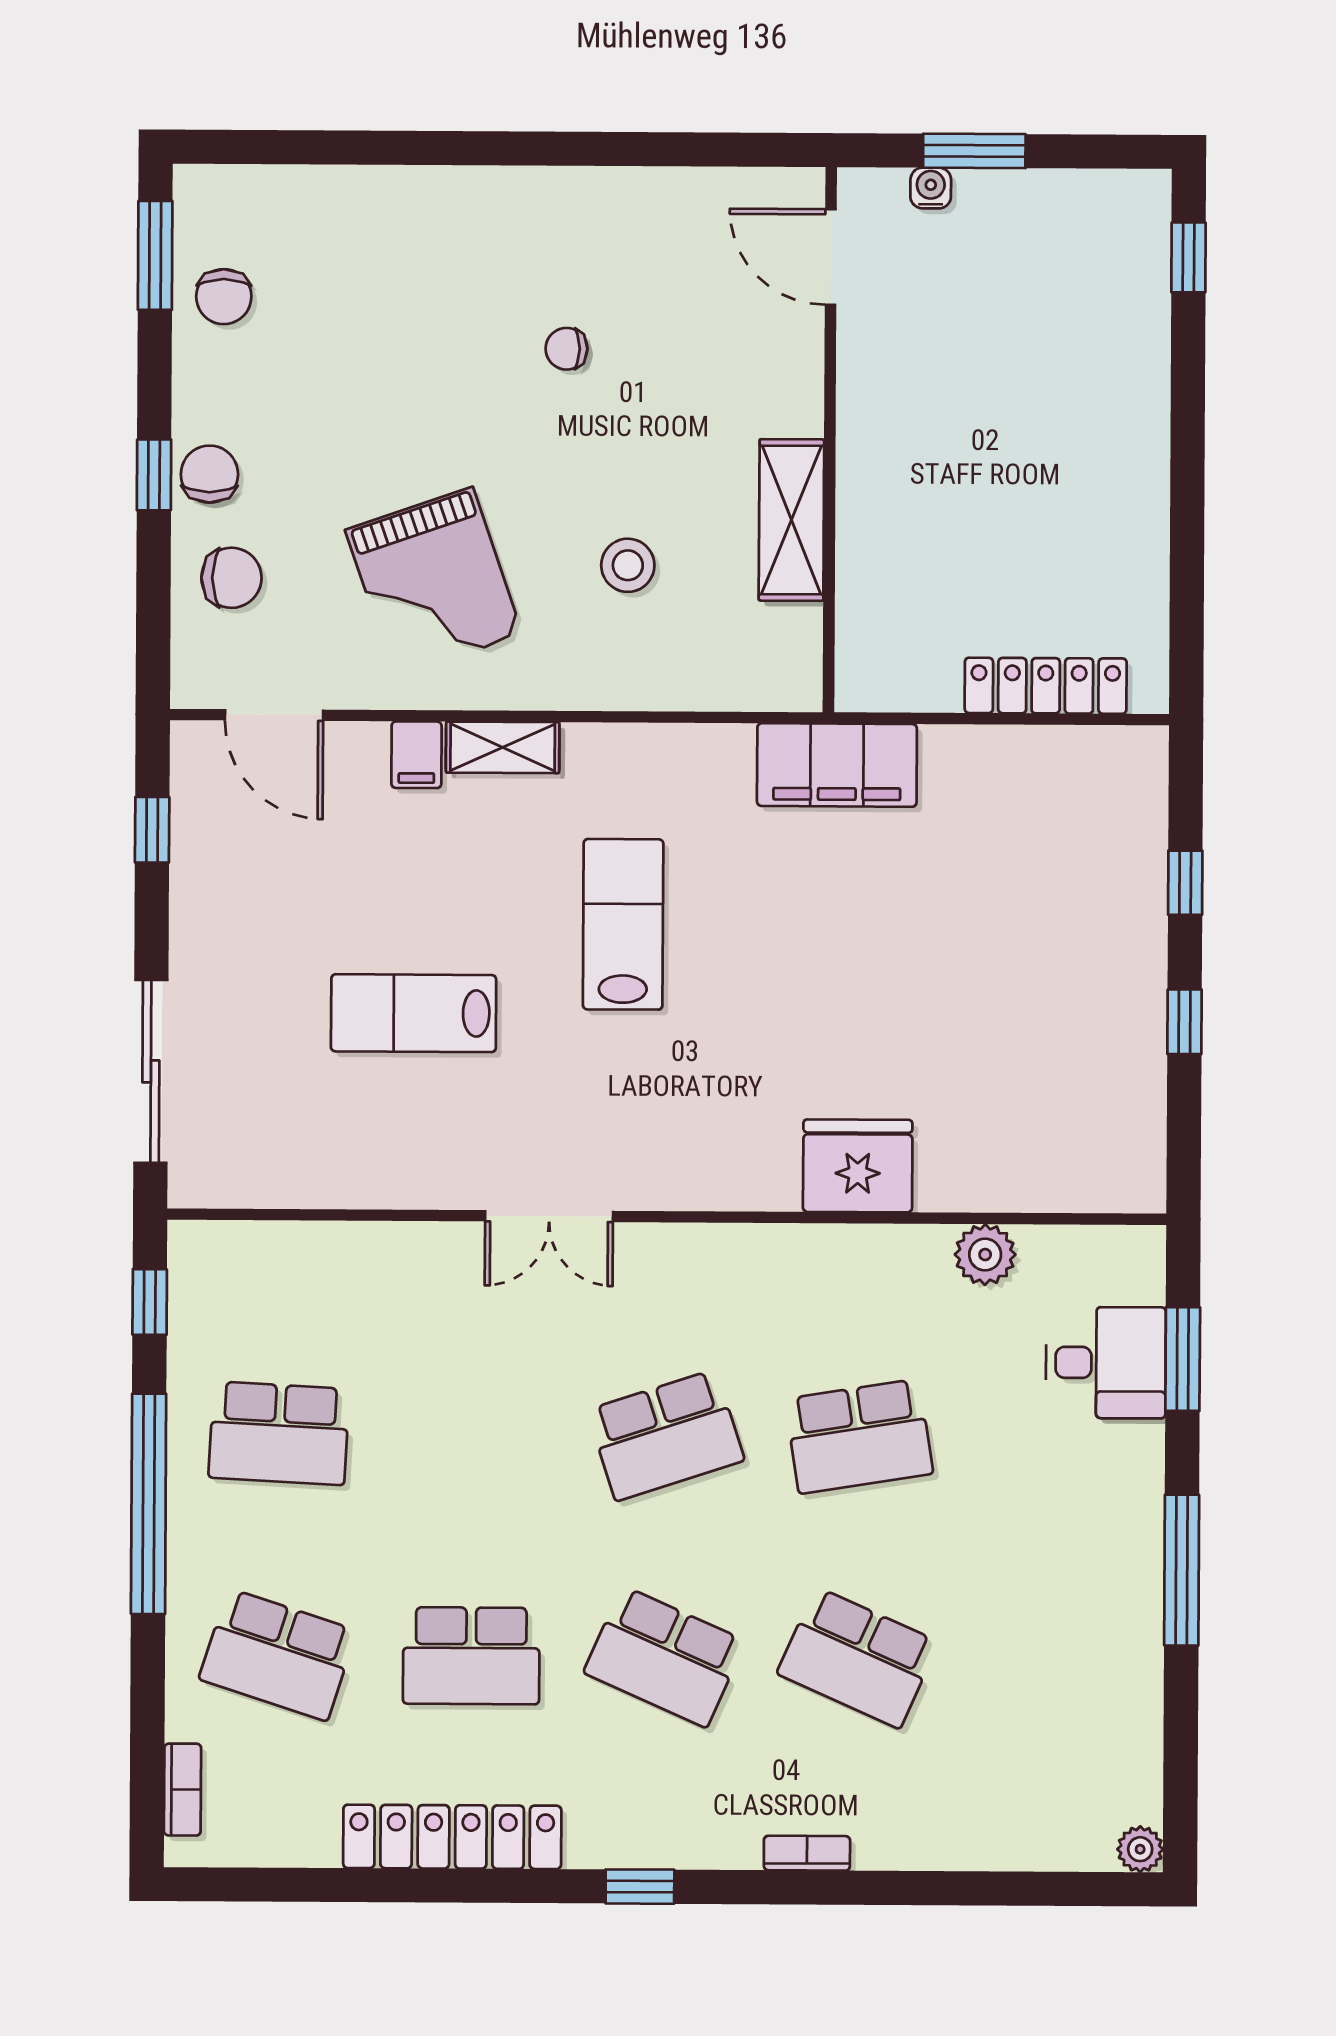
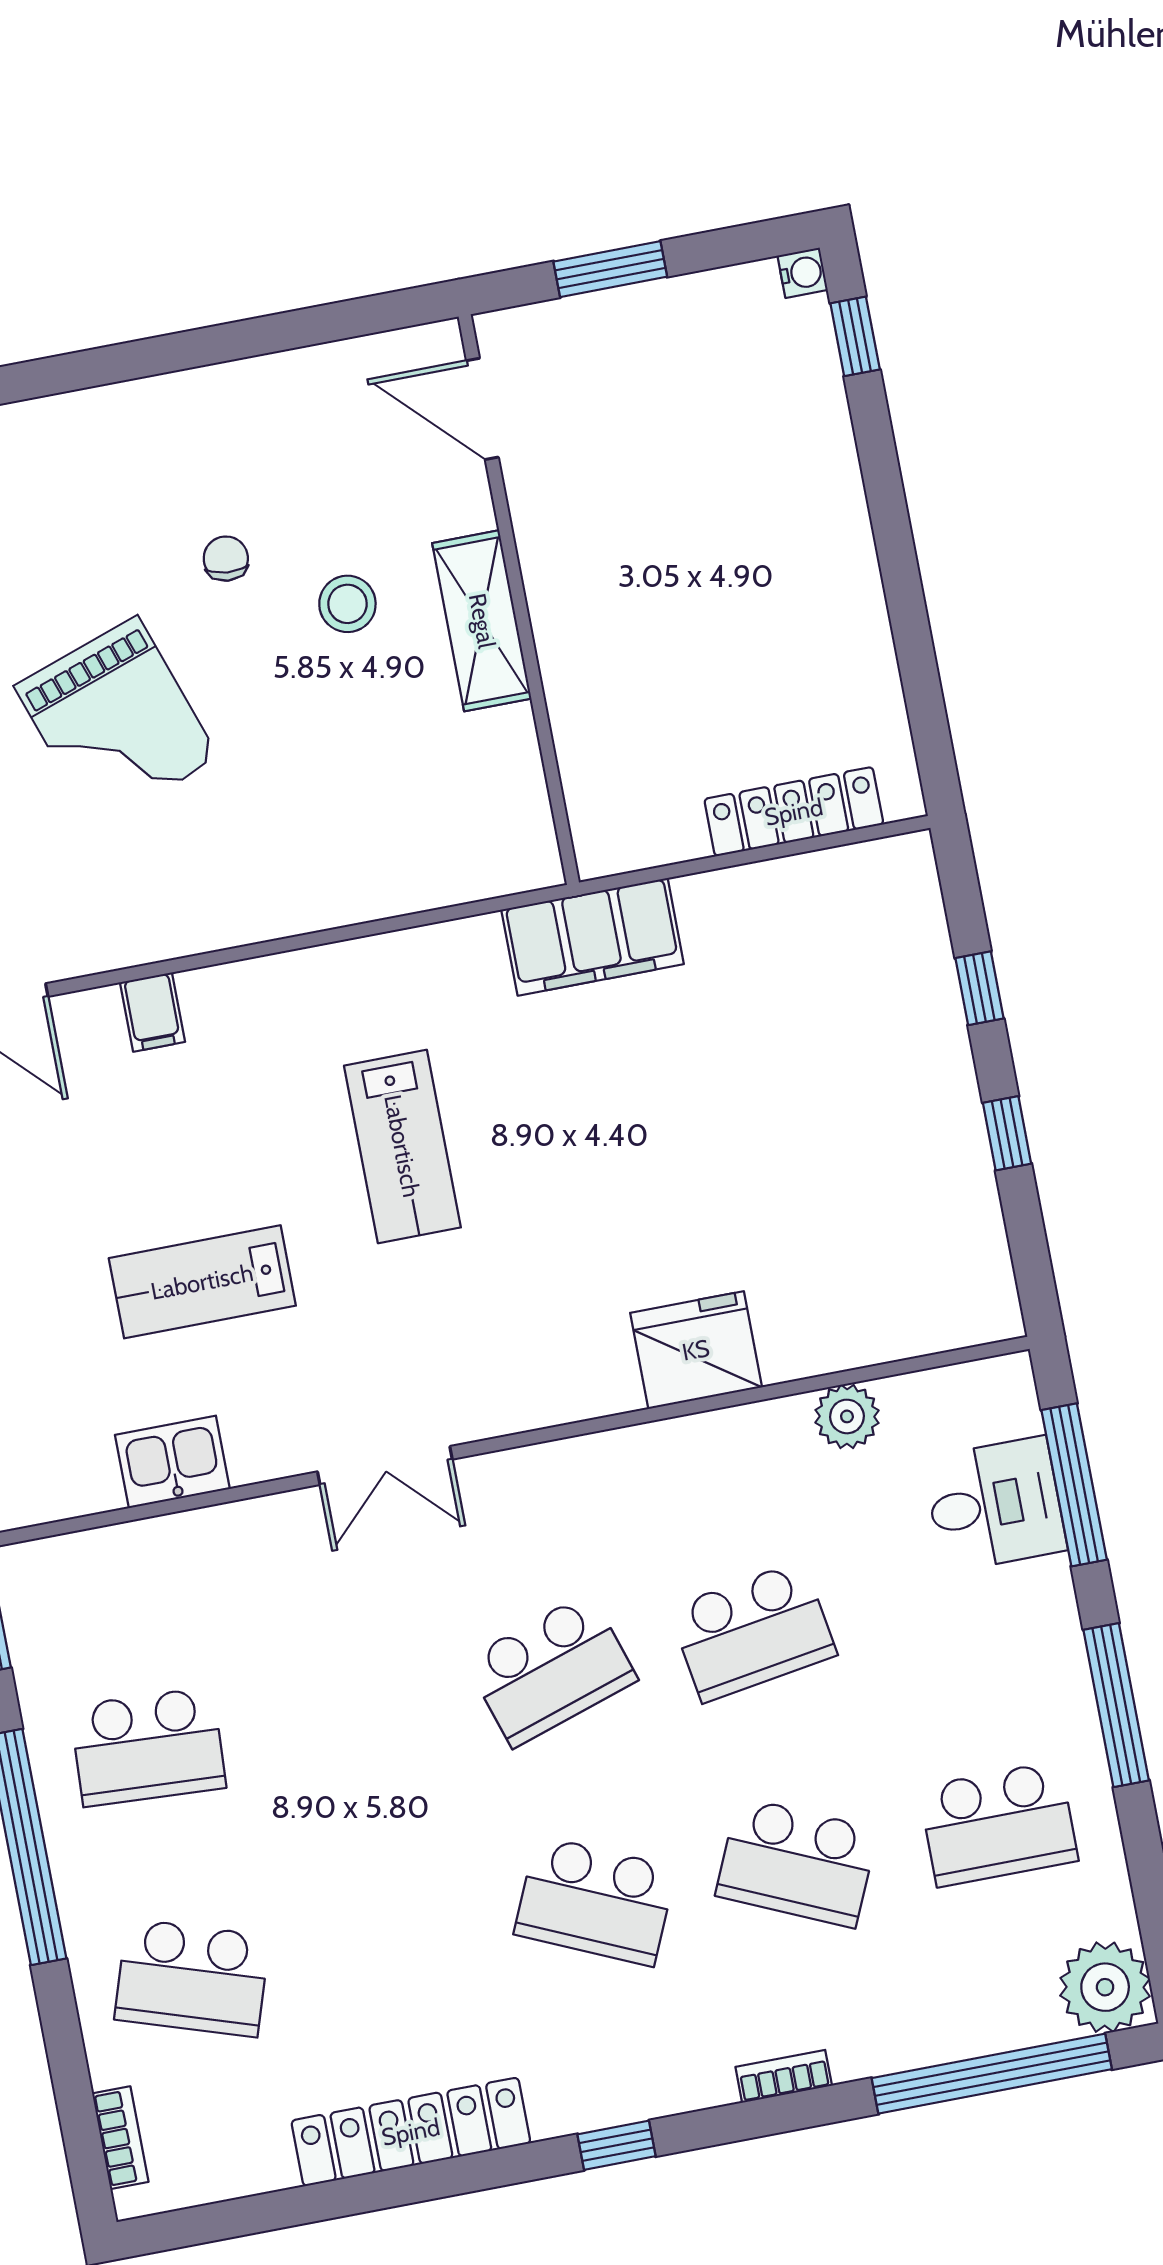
water cooler: (931, 188) -> (803, 273), moved, turned 90
chair: (566, 349) -> (226, 559), turned 95
shelving: (791, 520) -> (482, 621), moved
stool: (628, 565) -> (347, 604), moved
grand piano: (434, 582) -> (116, 722), moved
shelving: (503, 747) -> (241, 987), removed
lab bench: (623, 924) -> (402, 1146), turned 180
kitchen sink: (353, 1174) -> (172, 1462), added
window: (1183, 1359) -> (1074, 1485), width x1.44
school desk: (471, 1656) -> (998, 1824), moved
plant: (1140, 1849) -> (1105, 1987), width x1.87, depth x1.87
window: (1000, 1888) -> (992, 2074), added

